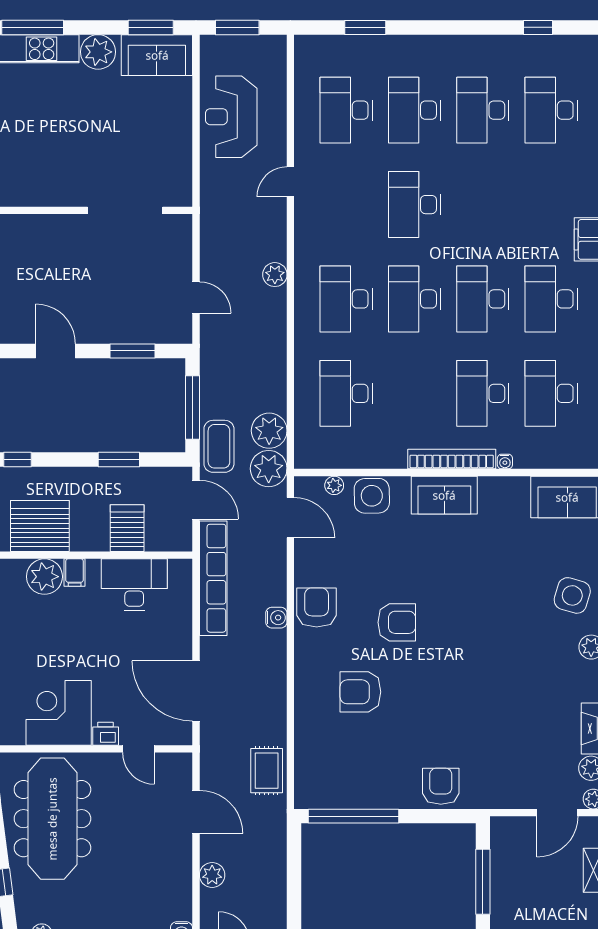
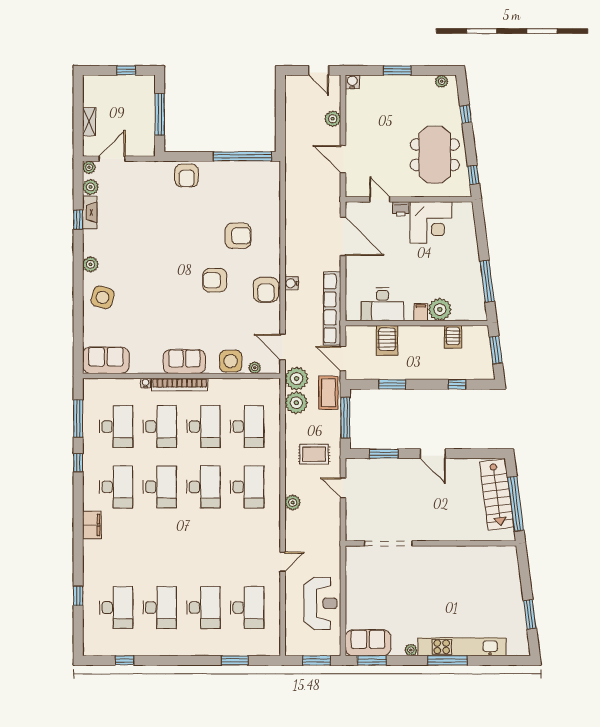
plant: (98, 52) -> (411, 650), width x0.53, depth x0.53
desk: (414, 205) -> (203, 427), moved
server rack: (40, 526) -> (453, 337), width x0.46, depth x0.70
rug: (267, 771) -> (314, 454), moved, turned 90
meeting table: (52, 819) -> (435, 155), width x0.73

